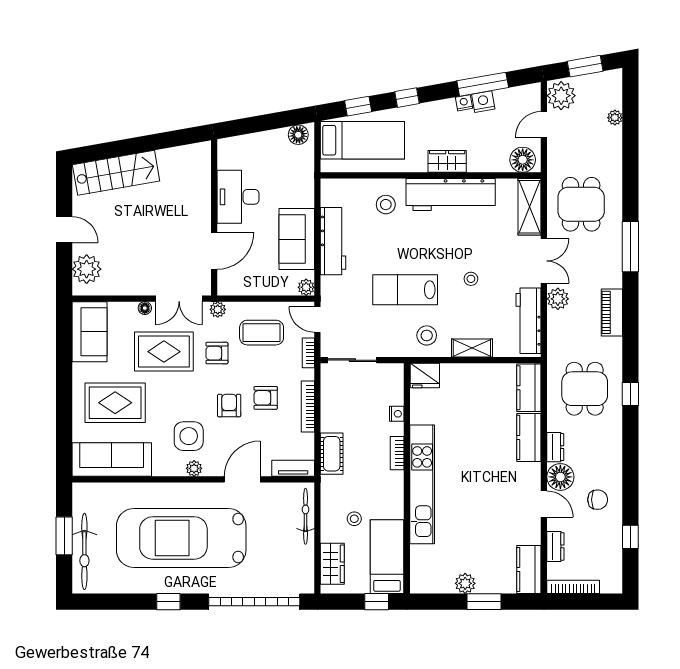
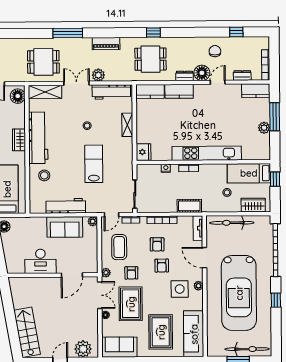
door: (214, 251) -> (72, 275), swing flipped
lab bench: (405, 290) -> (94, 164), turned 180
stool: (427, 335) -> (120, 151), removed
armchair: (229, 406) -> (162, 266), turned -90
bicycle: (306, 516) -> (232, 223), width x1.37, depth x1.40
window: (484, 602) -> (275, 117), width x1.44

